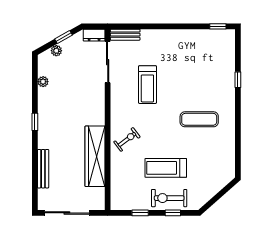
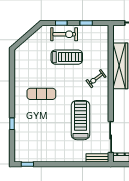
treadmill: (147, 85) -> (81, 120), width x1.37, depth x1.38

